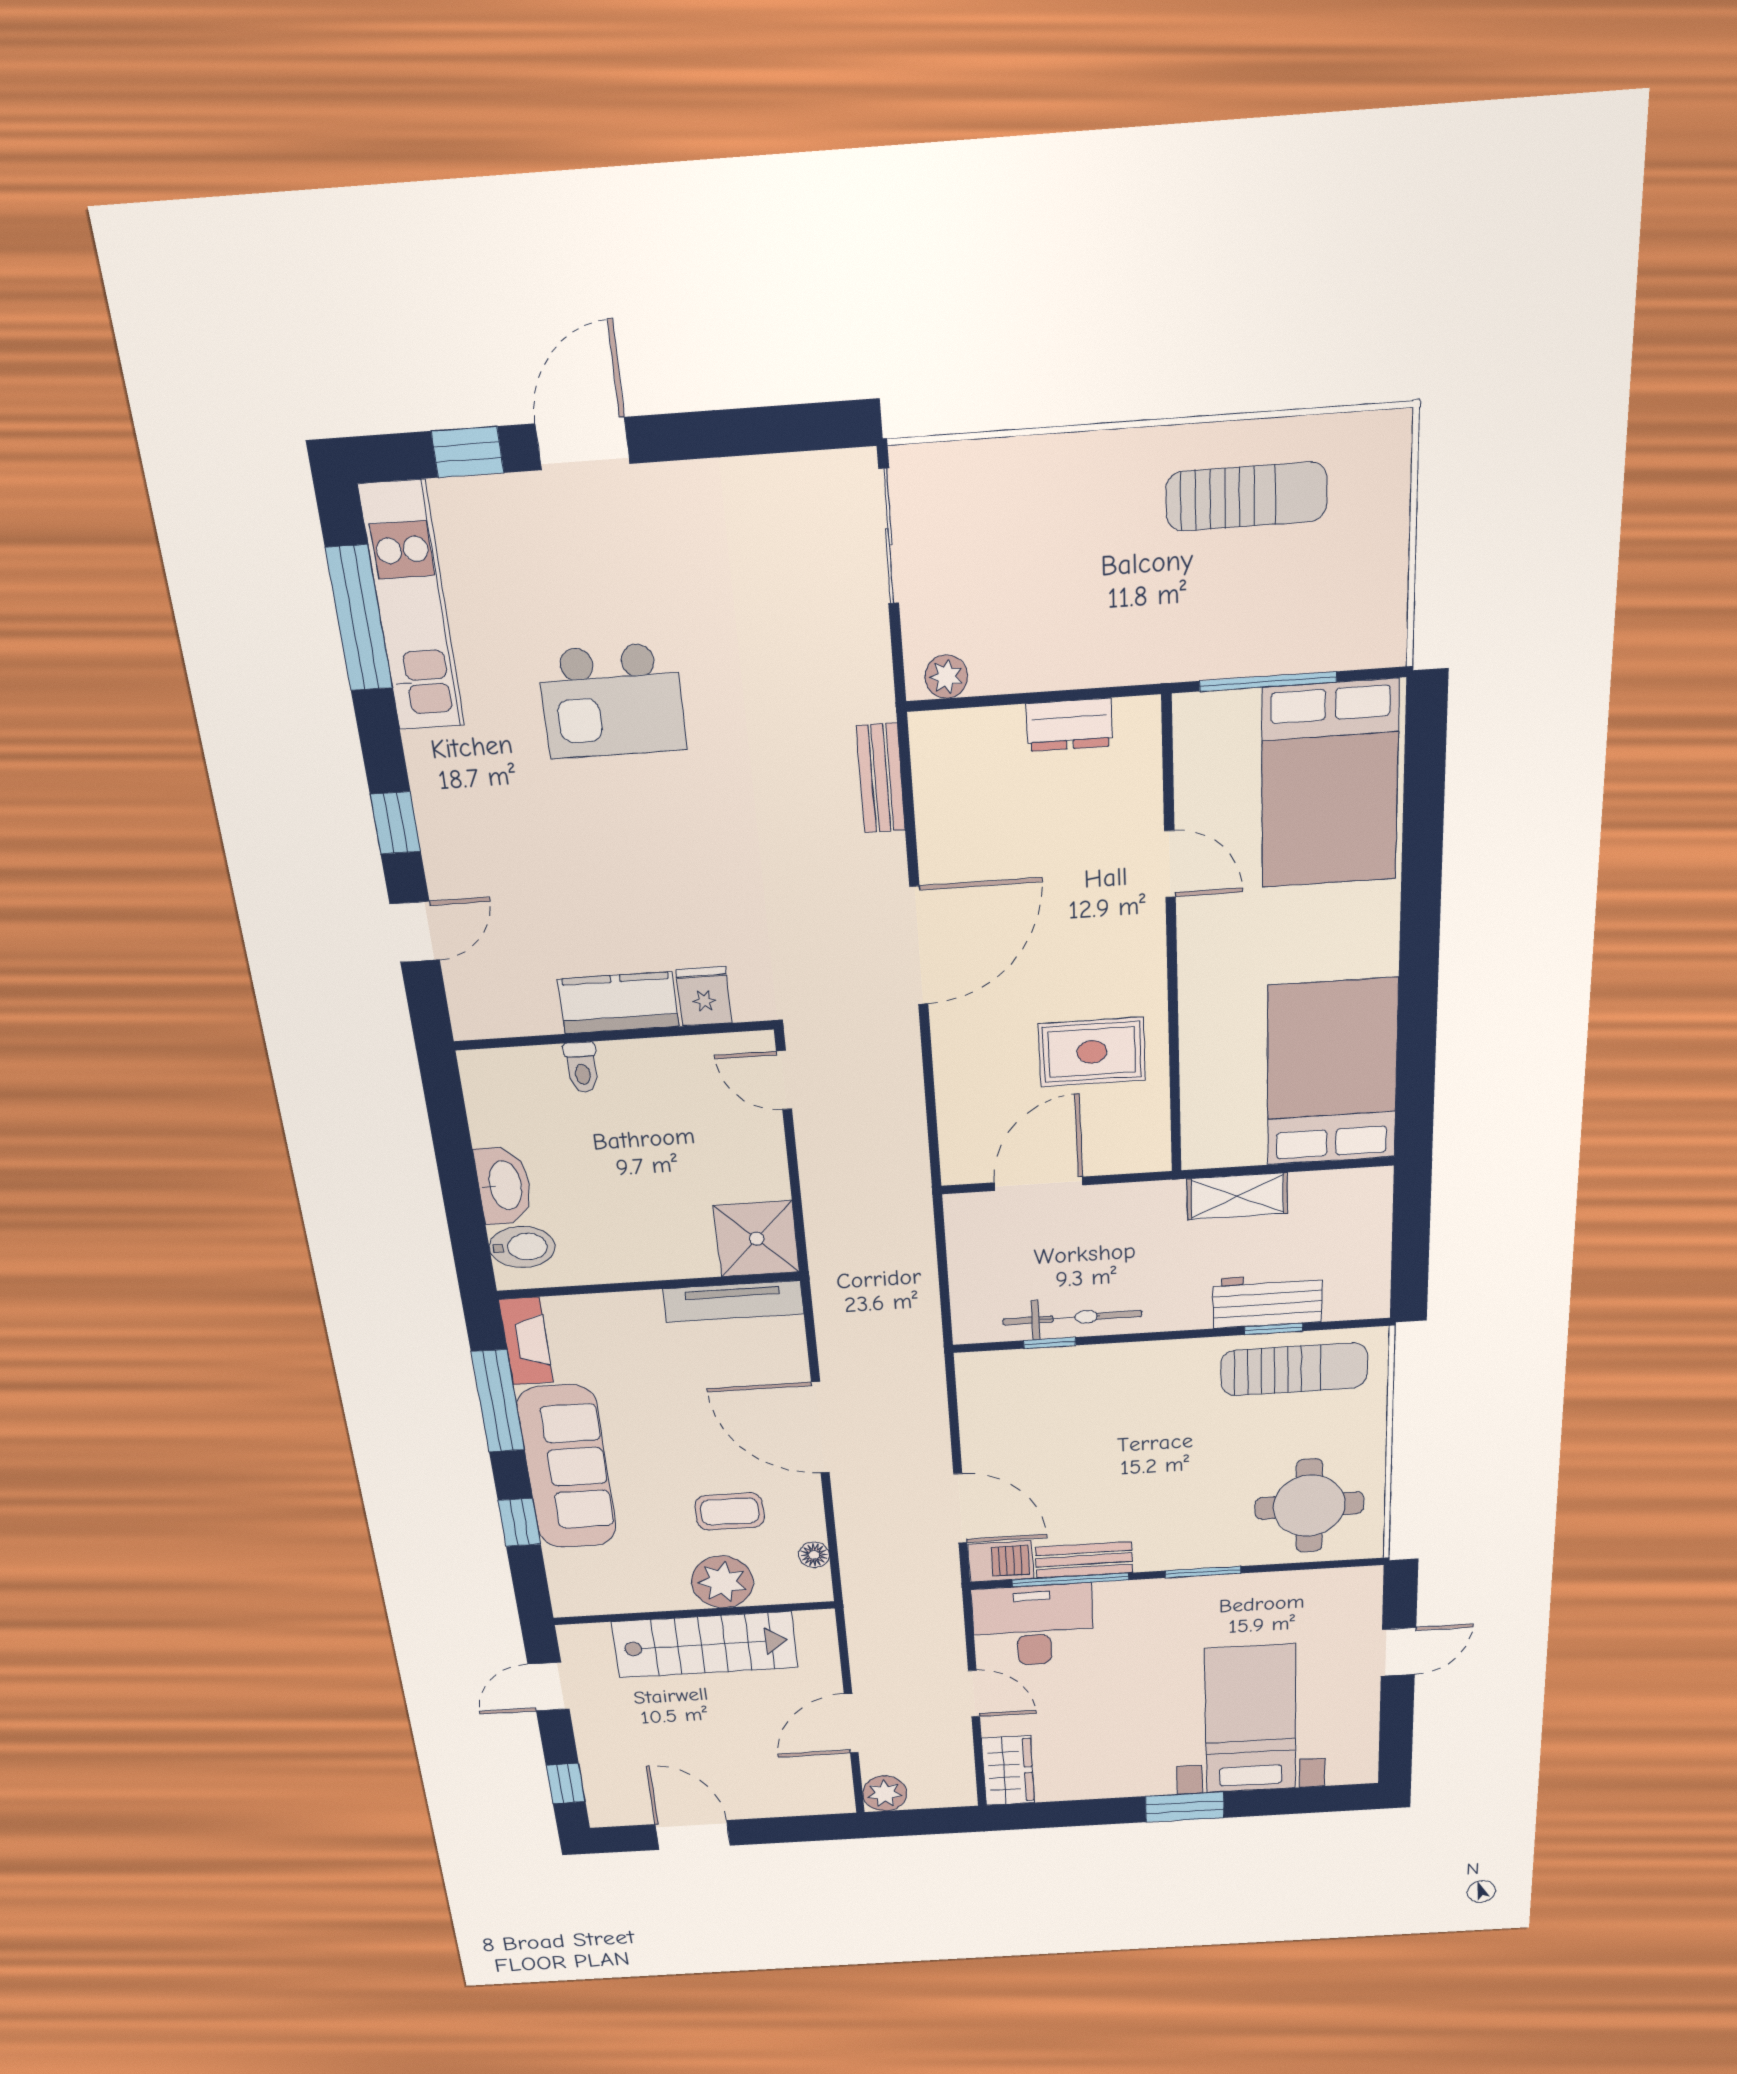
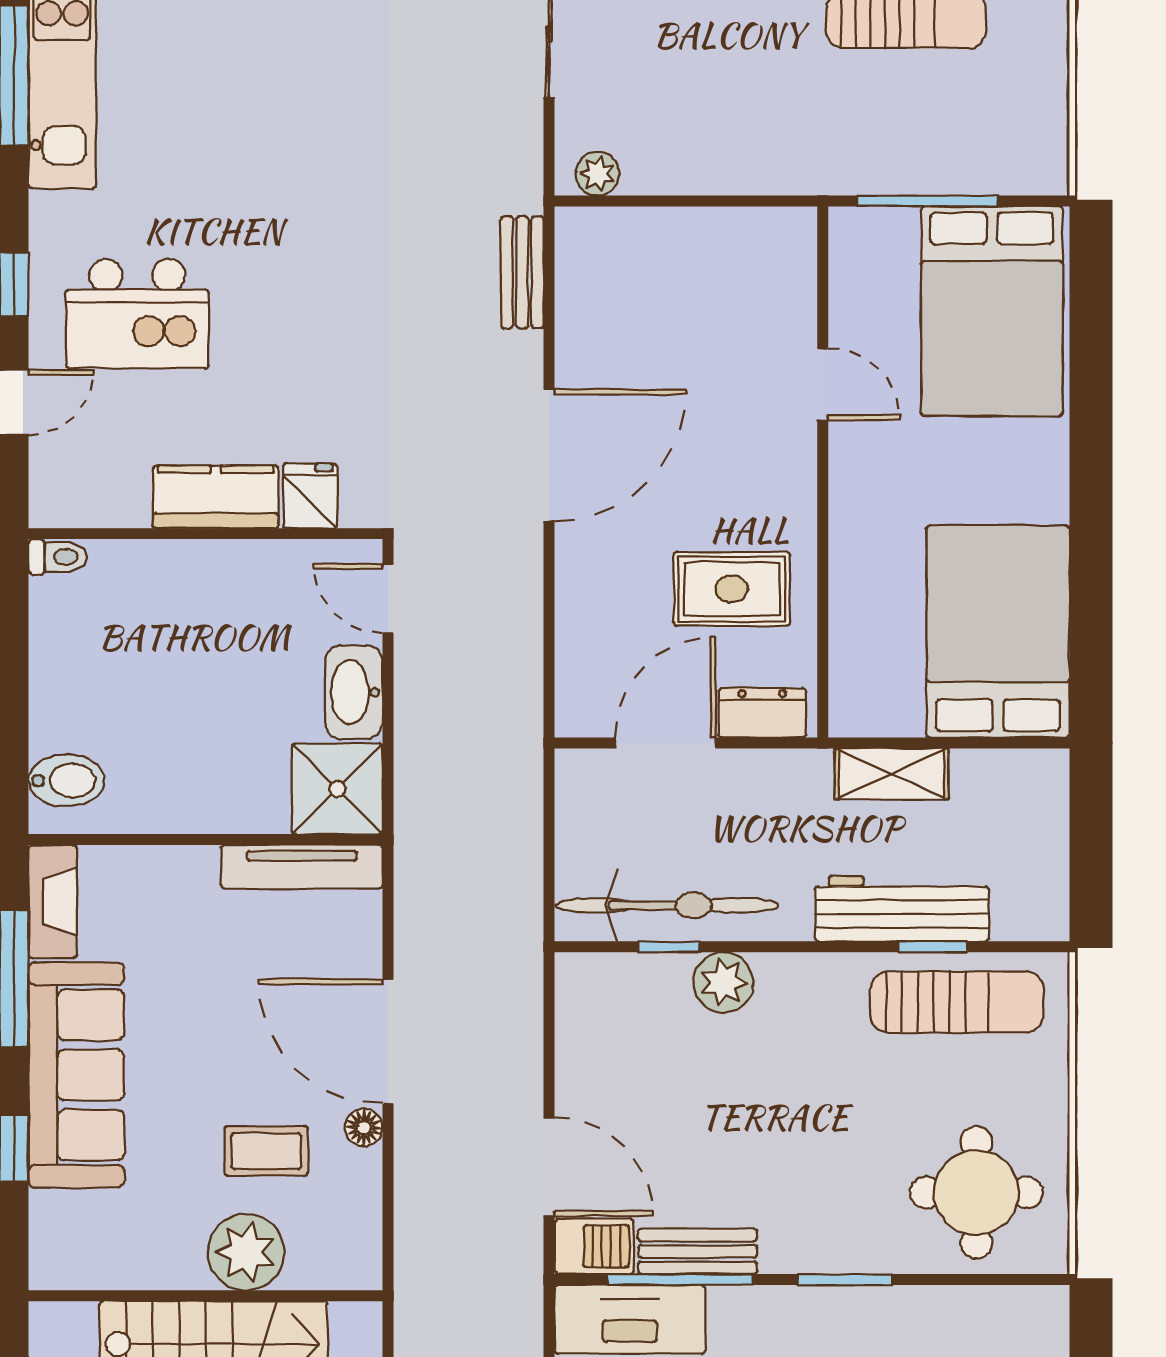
kitchen island: (612, 701) -> (137, 314), moved
dresser: (1069, 725) -> (762, 713), moved, turned 180
toilet: (582, 1067) -> (58, 557), moved, turned -90
washbasin: (504, 1185) -> (354, 692), moved, turned 180
workbench: (1267, 1300) -> (902, 909), width x1.38
bicycle: (1072, 1318) -> (667, 905), width x1.37, depth x1.40
plant: (1097, 1367) -> (723, 982), added
floor lamp: (814, 1555) -> (364, 1127), moved

